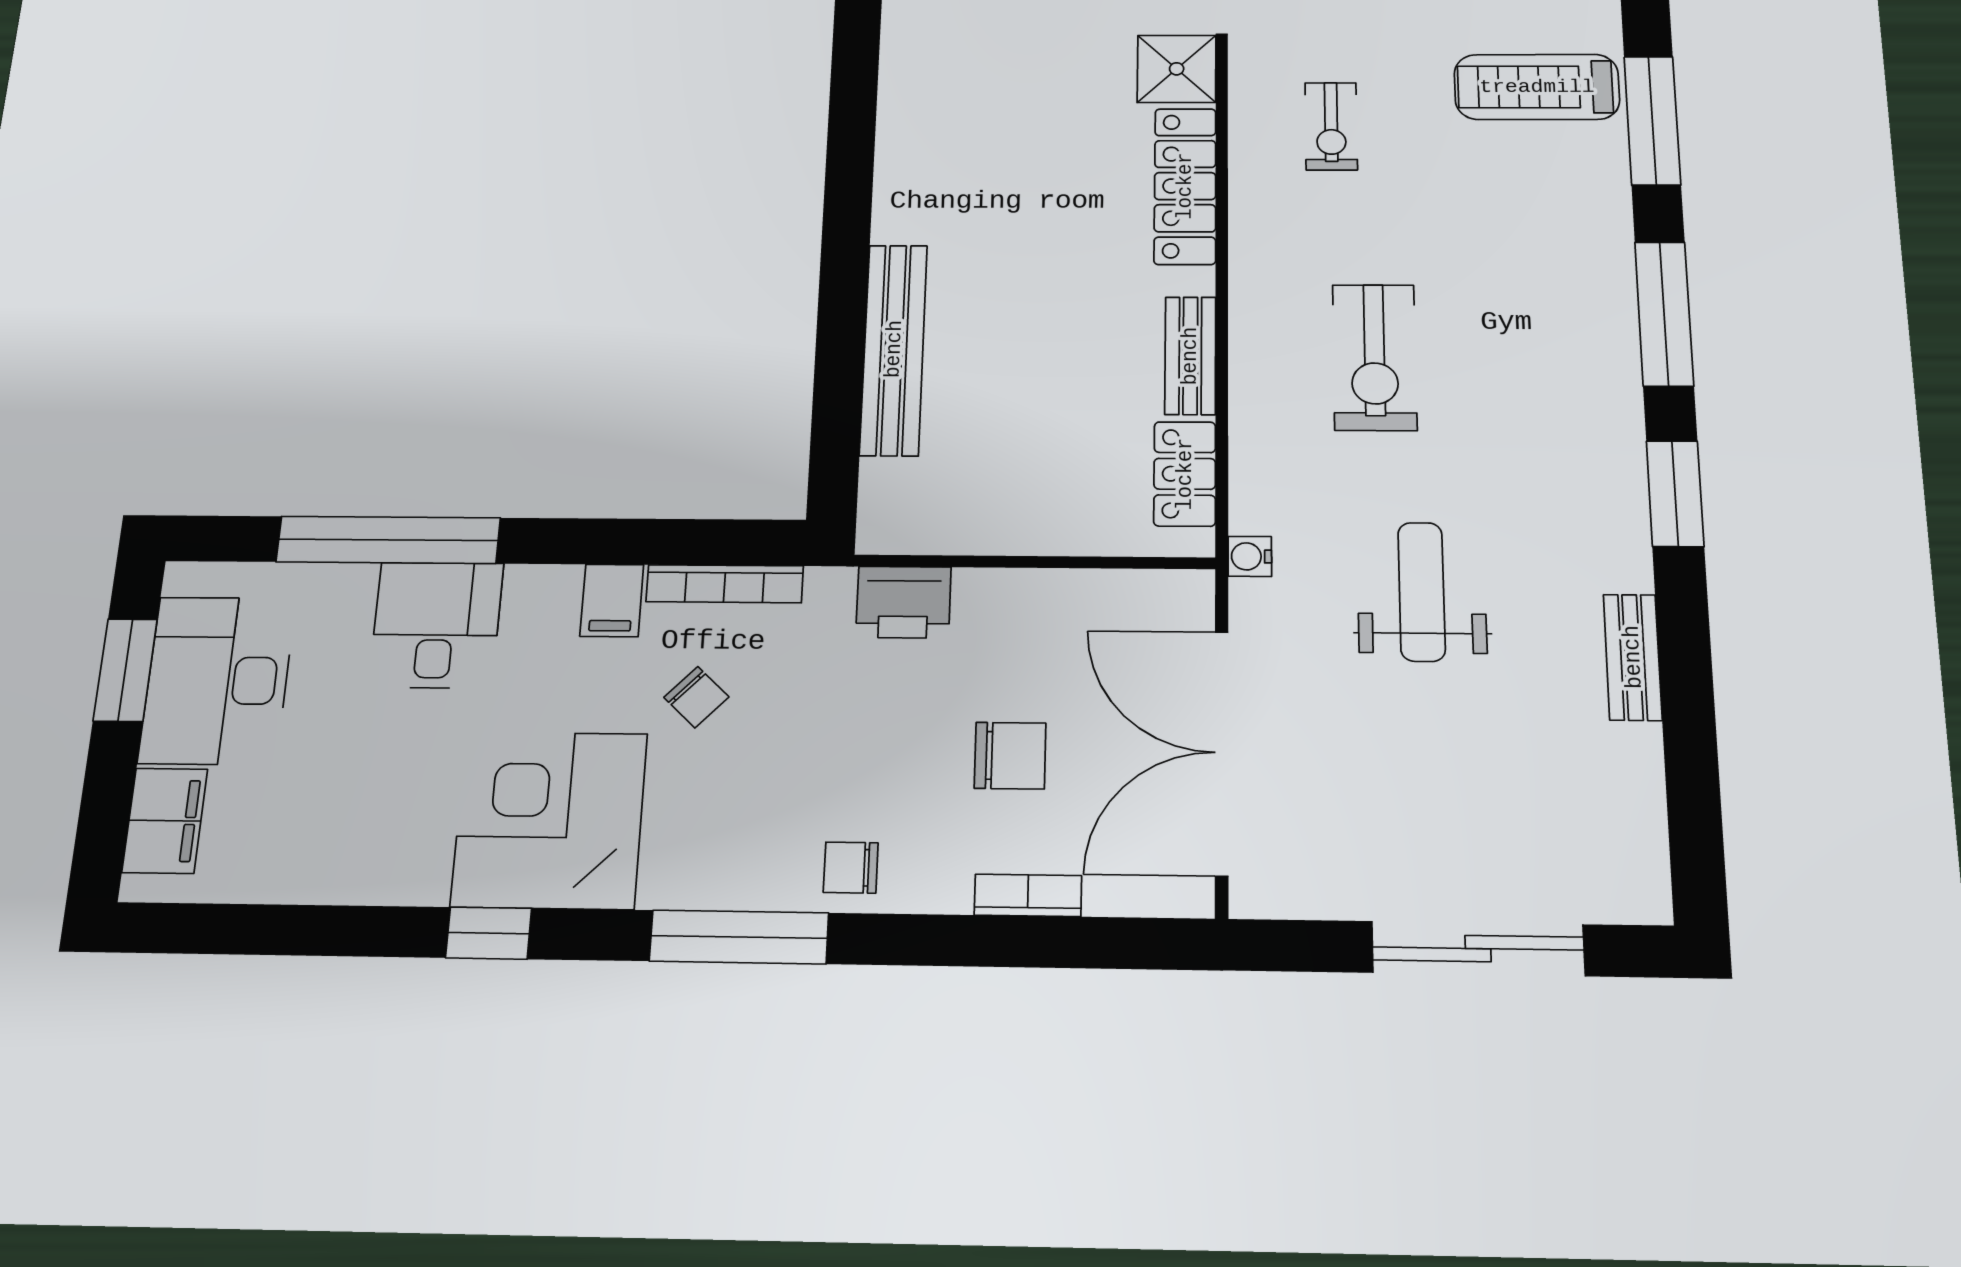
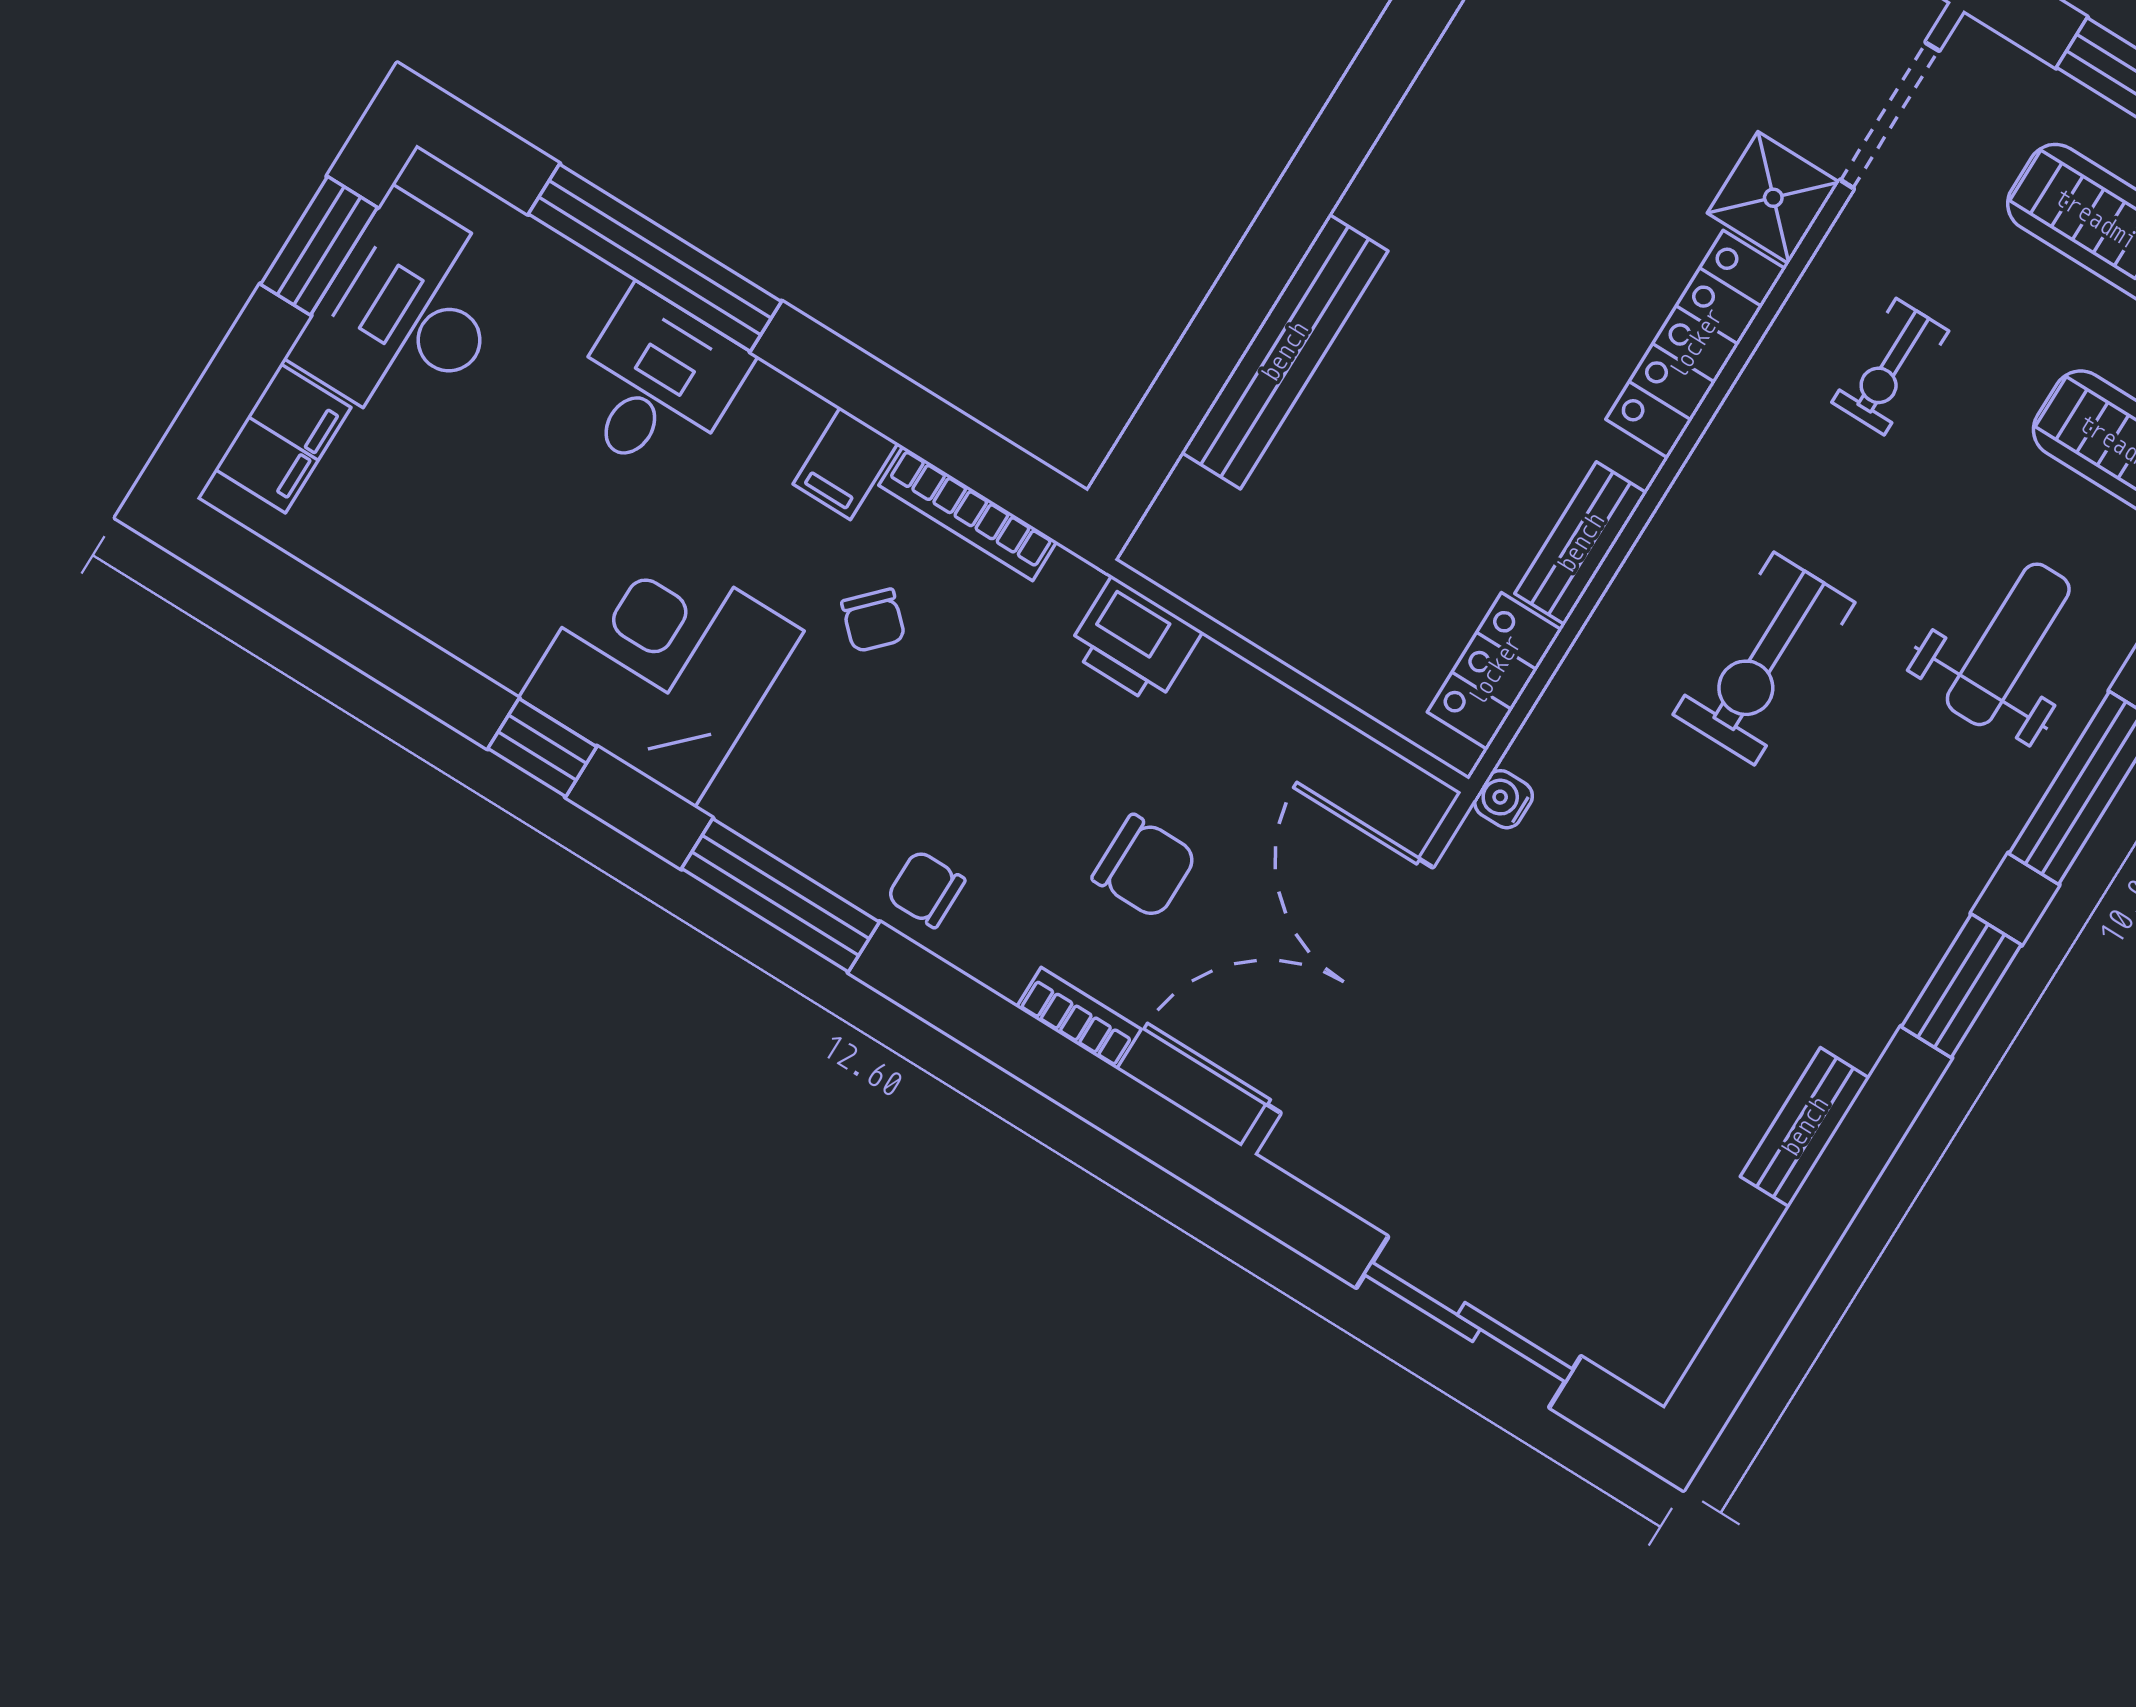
weight bench: (1422, 592) -> (2008, 644), moved

